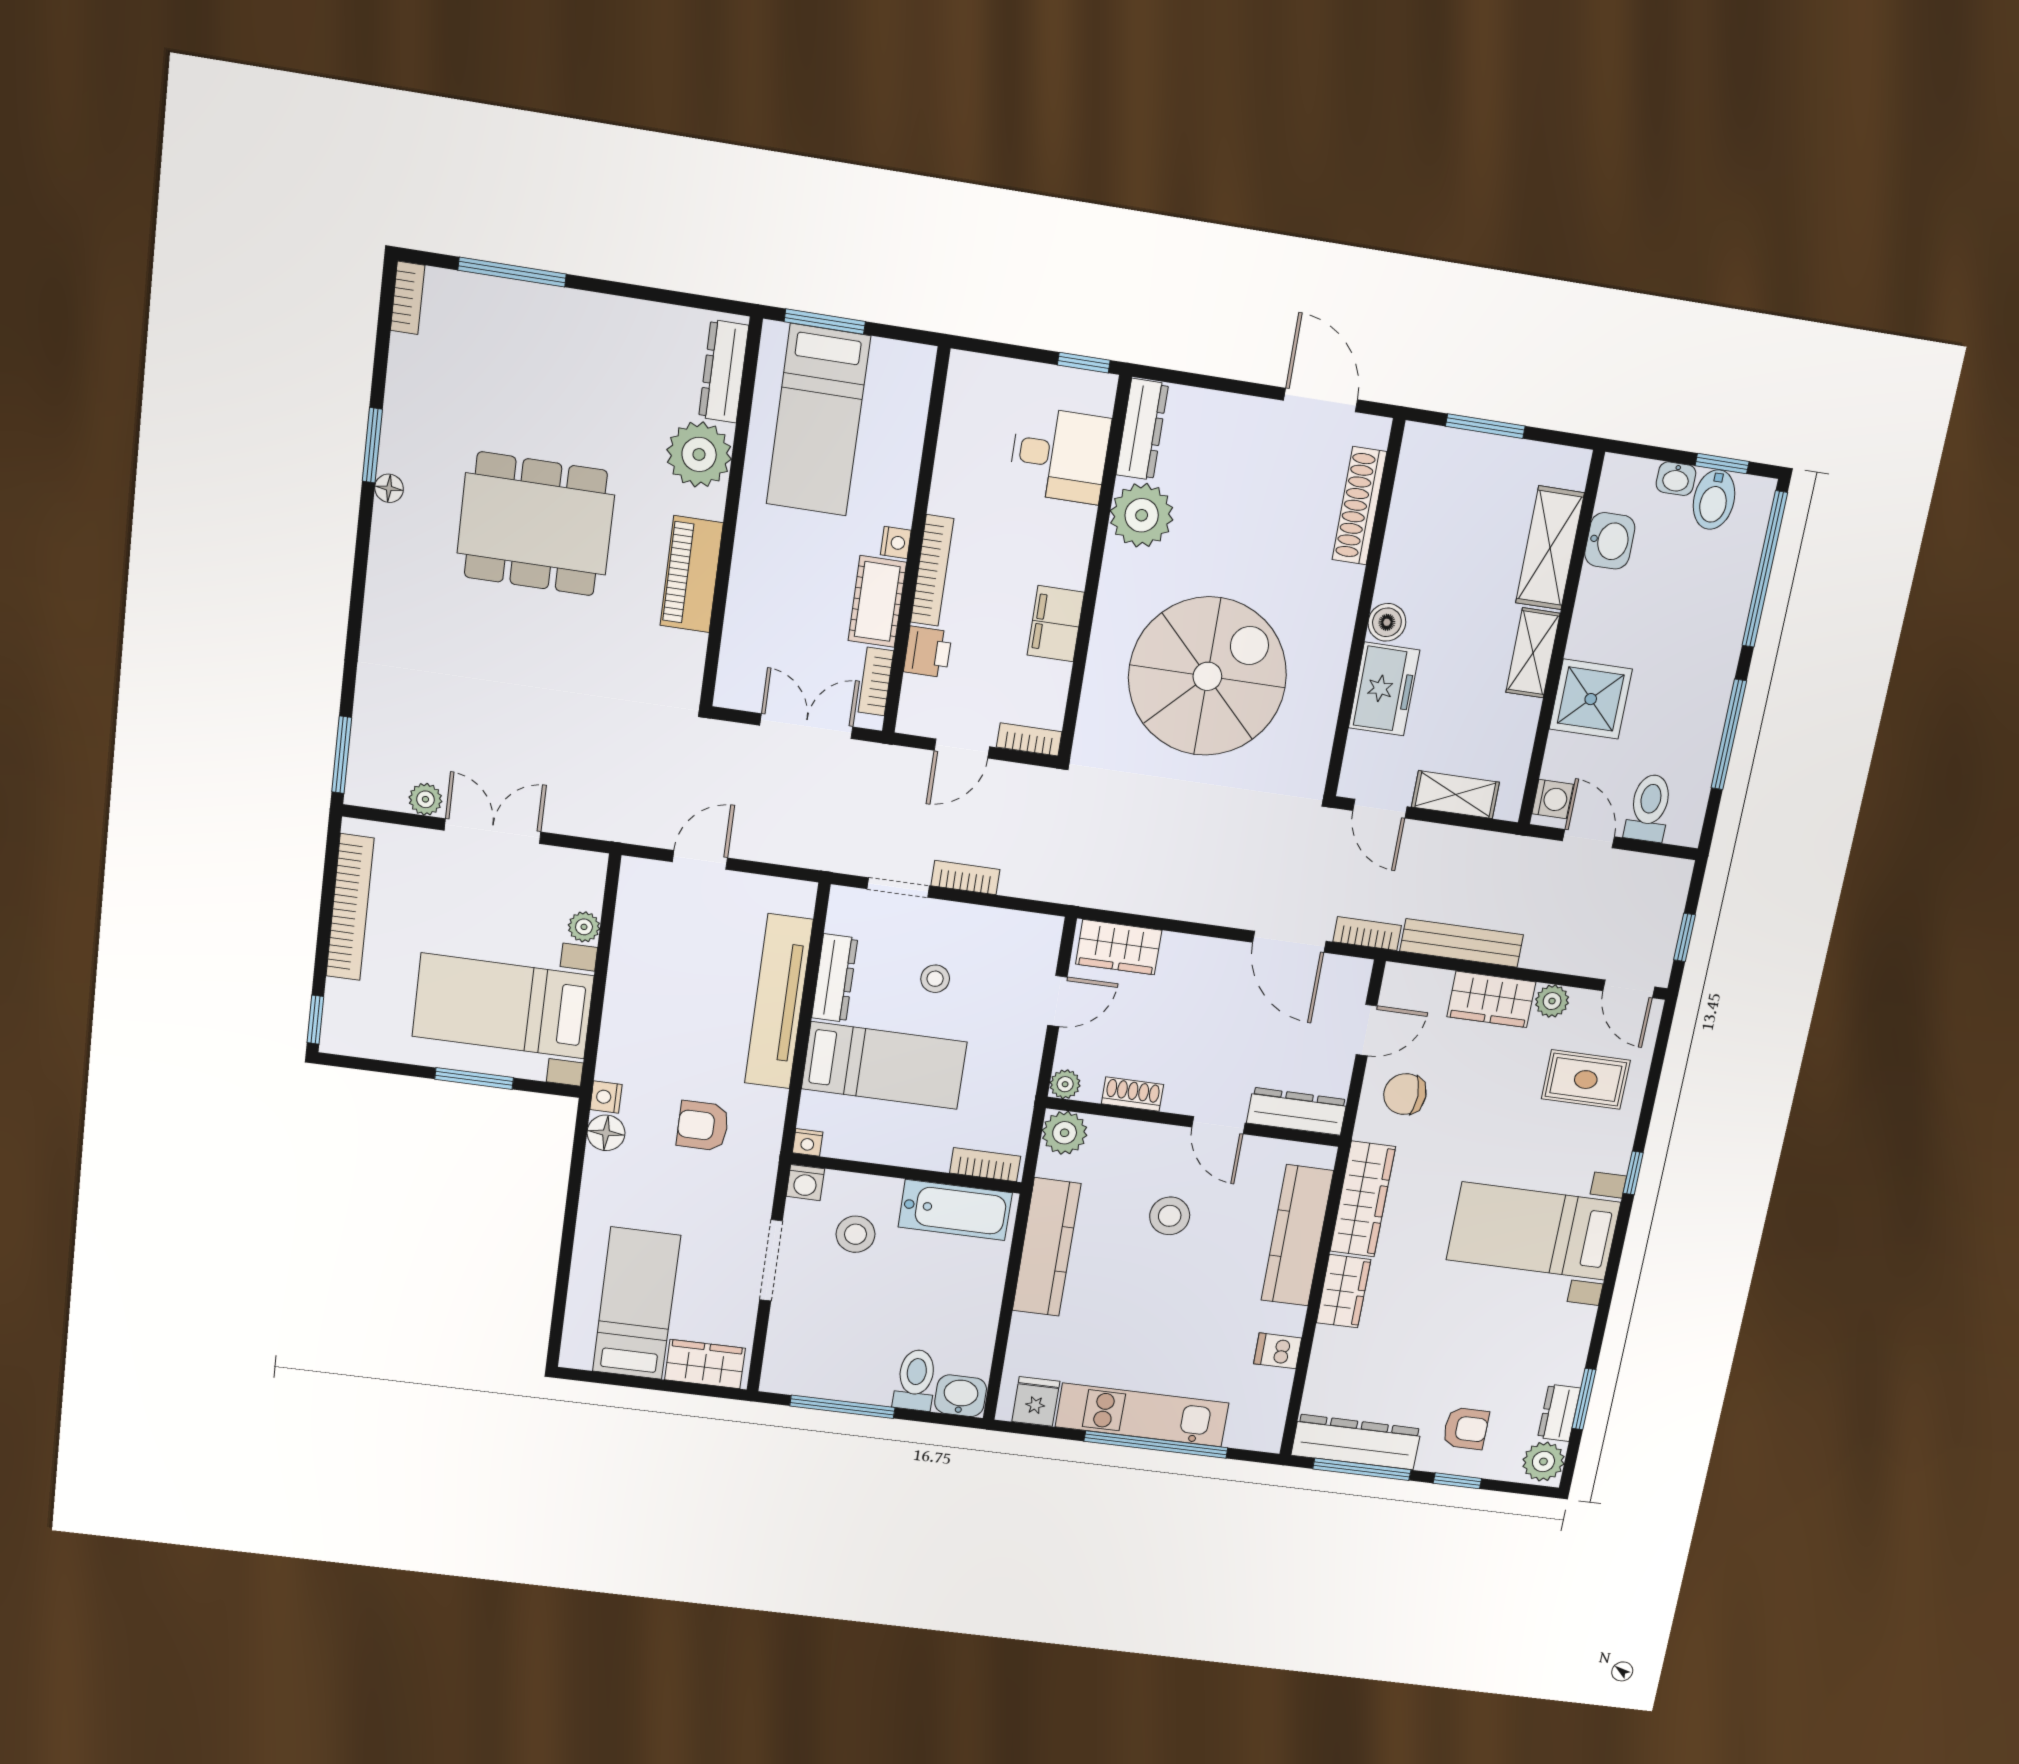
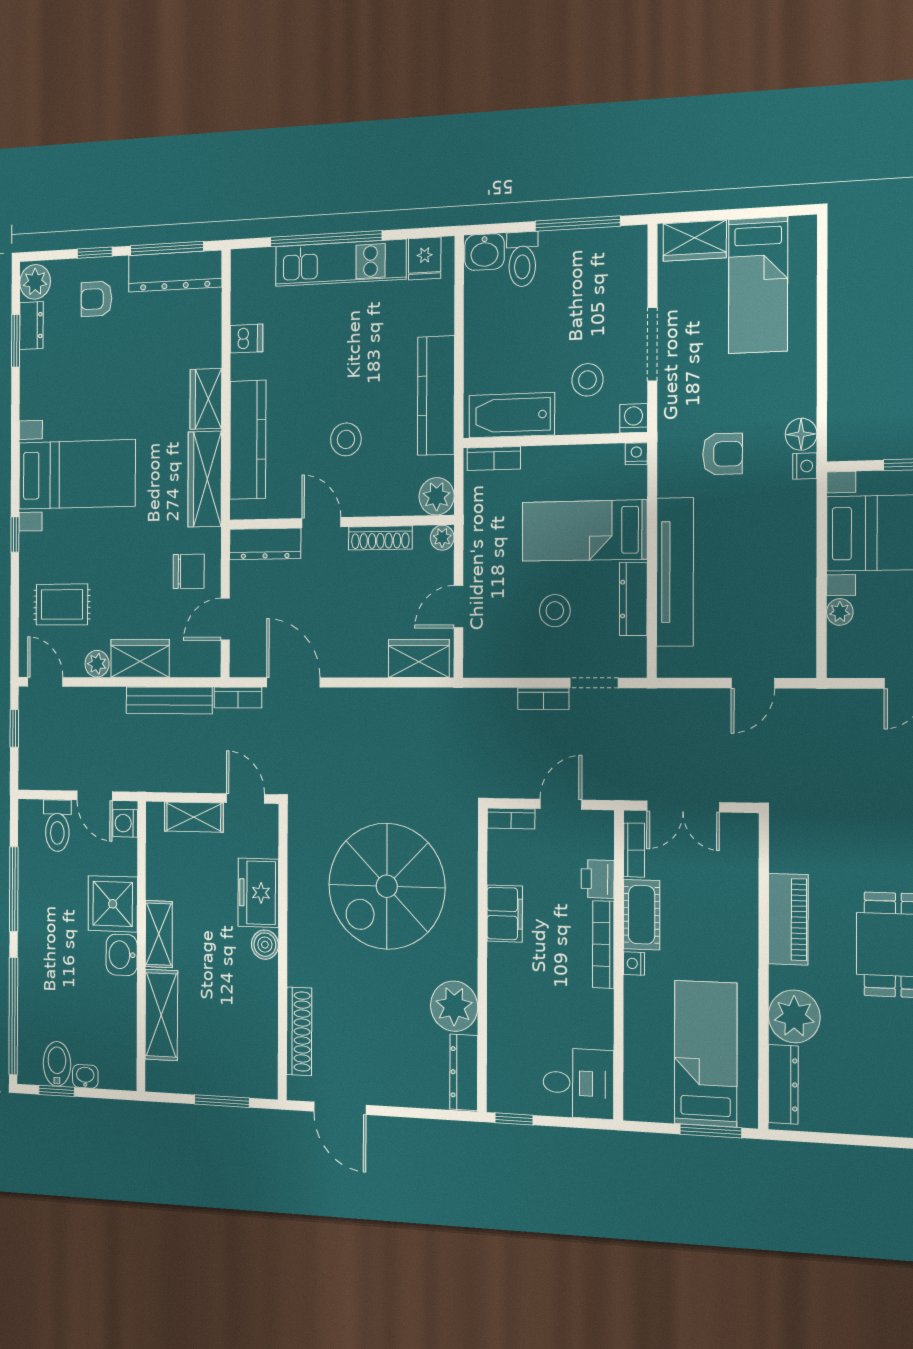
desk: (1059, 455) -> (578, 1083), moved, turned 180
washbasin: (1610, 541) -> (122, 955), moved
stool: (935, 979) -> (555, 611), width x1.37, depth x1.37
shoe rack: (1132, 1094) -> (380, 538), width x1.43

